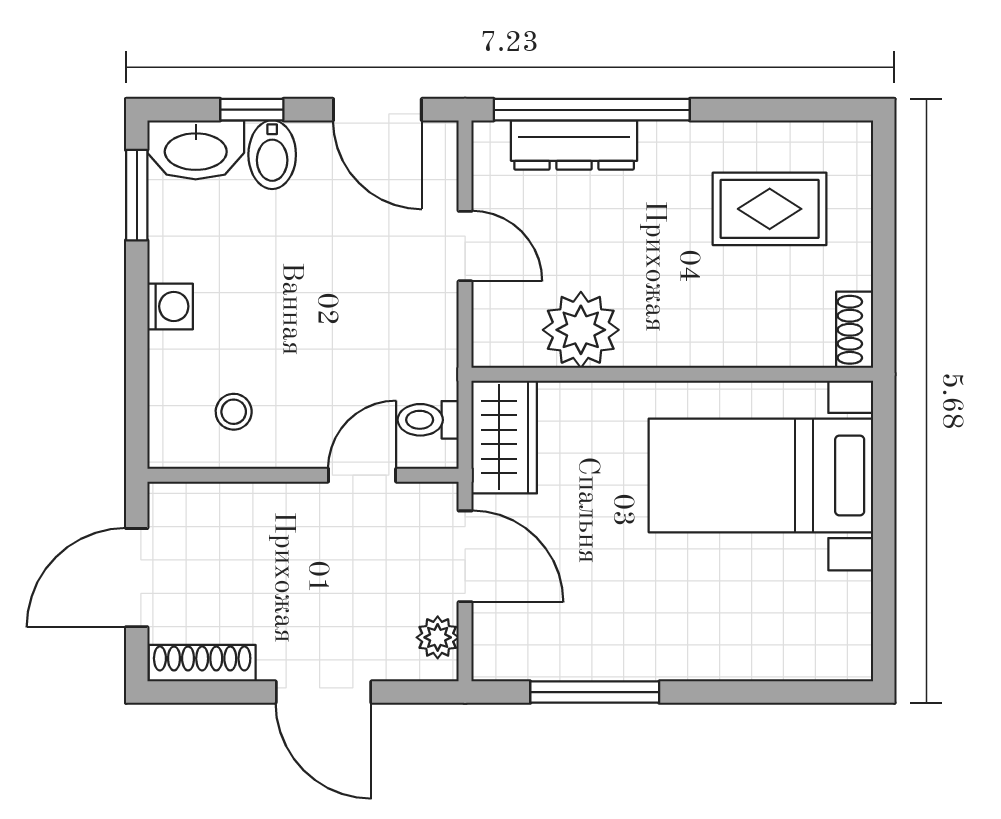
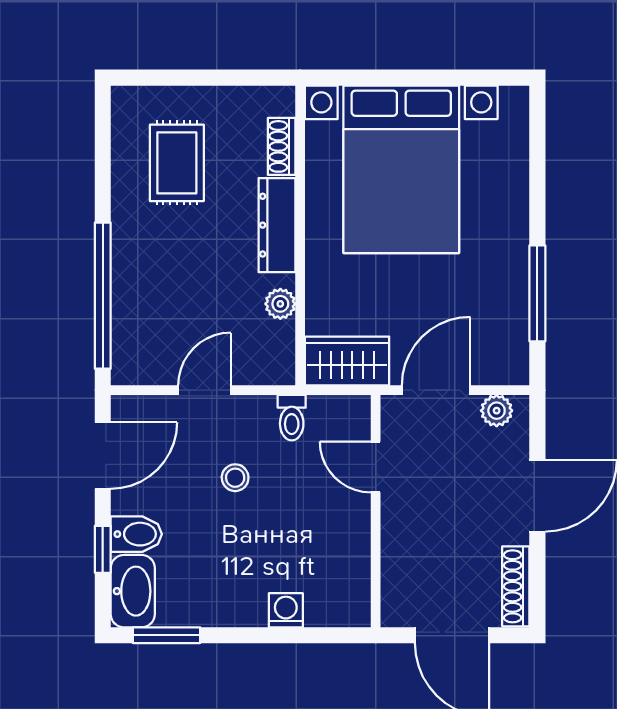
dresser: (574, 145) -> (277, 225), moved, turned 180
washing machine: (170, 306) -> (286, 610), moved
plant: (581, 330) -> (280, 304), width x0.53, depth x0.53
shoe rack: (855, 330) -> (282, 146), moved, turned 90
stool: (234, 412) -> (235, 478), moved
toilet: (428, 420) -> (292, 418), moved
bed with nightstands: (761, 475) -> (401, 169), width x1.36

